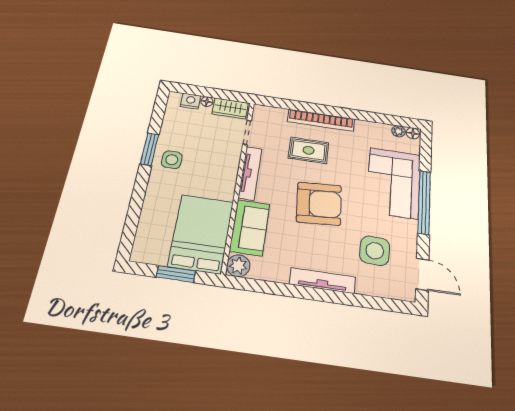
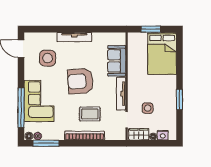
window: (385, 119) -> (46, 143), added
side table: (172, 160) -> (148, 108), moved
window: (424, 202) -> (21, 108), moved
bed: (201, 234) -> (162, 53), moved
plant: (238, 266) -> (120, 39), removed

